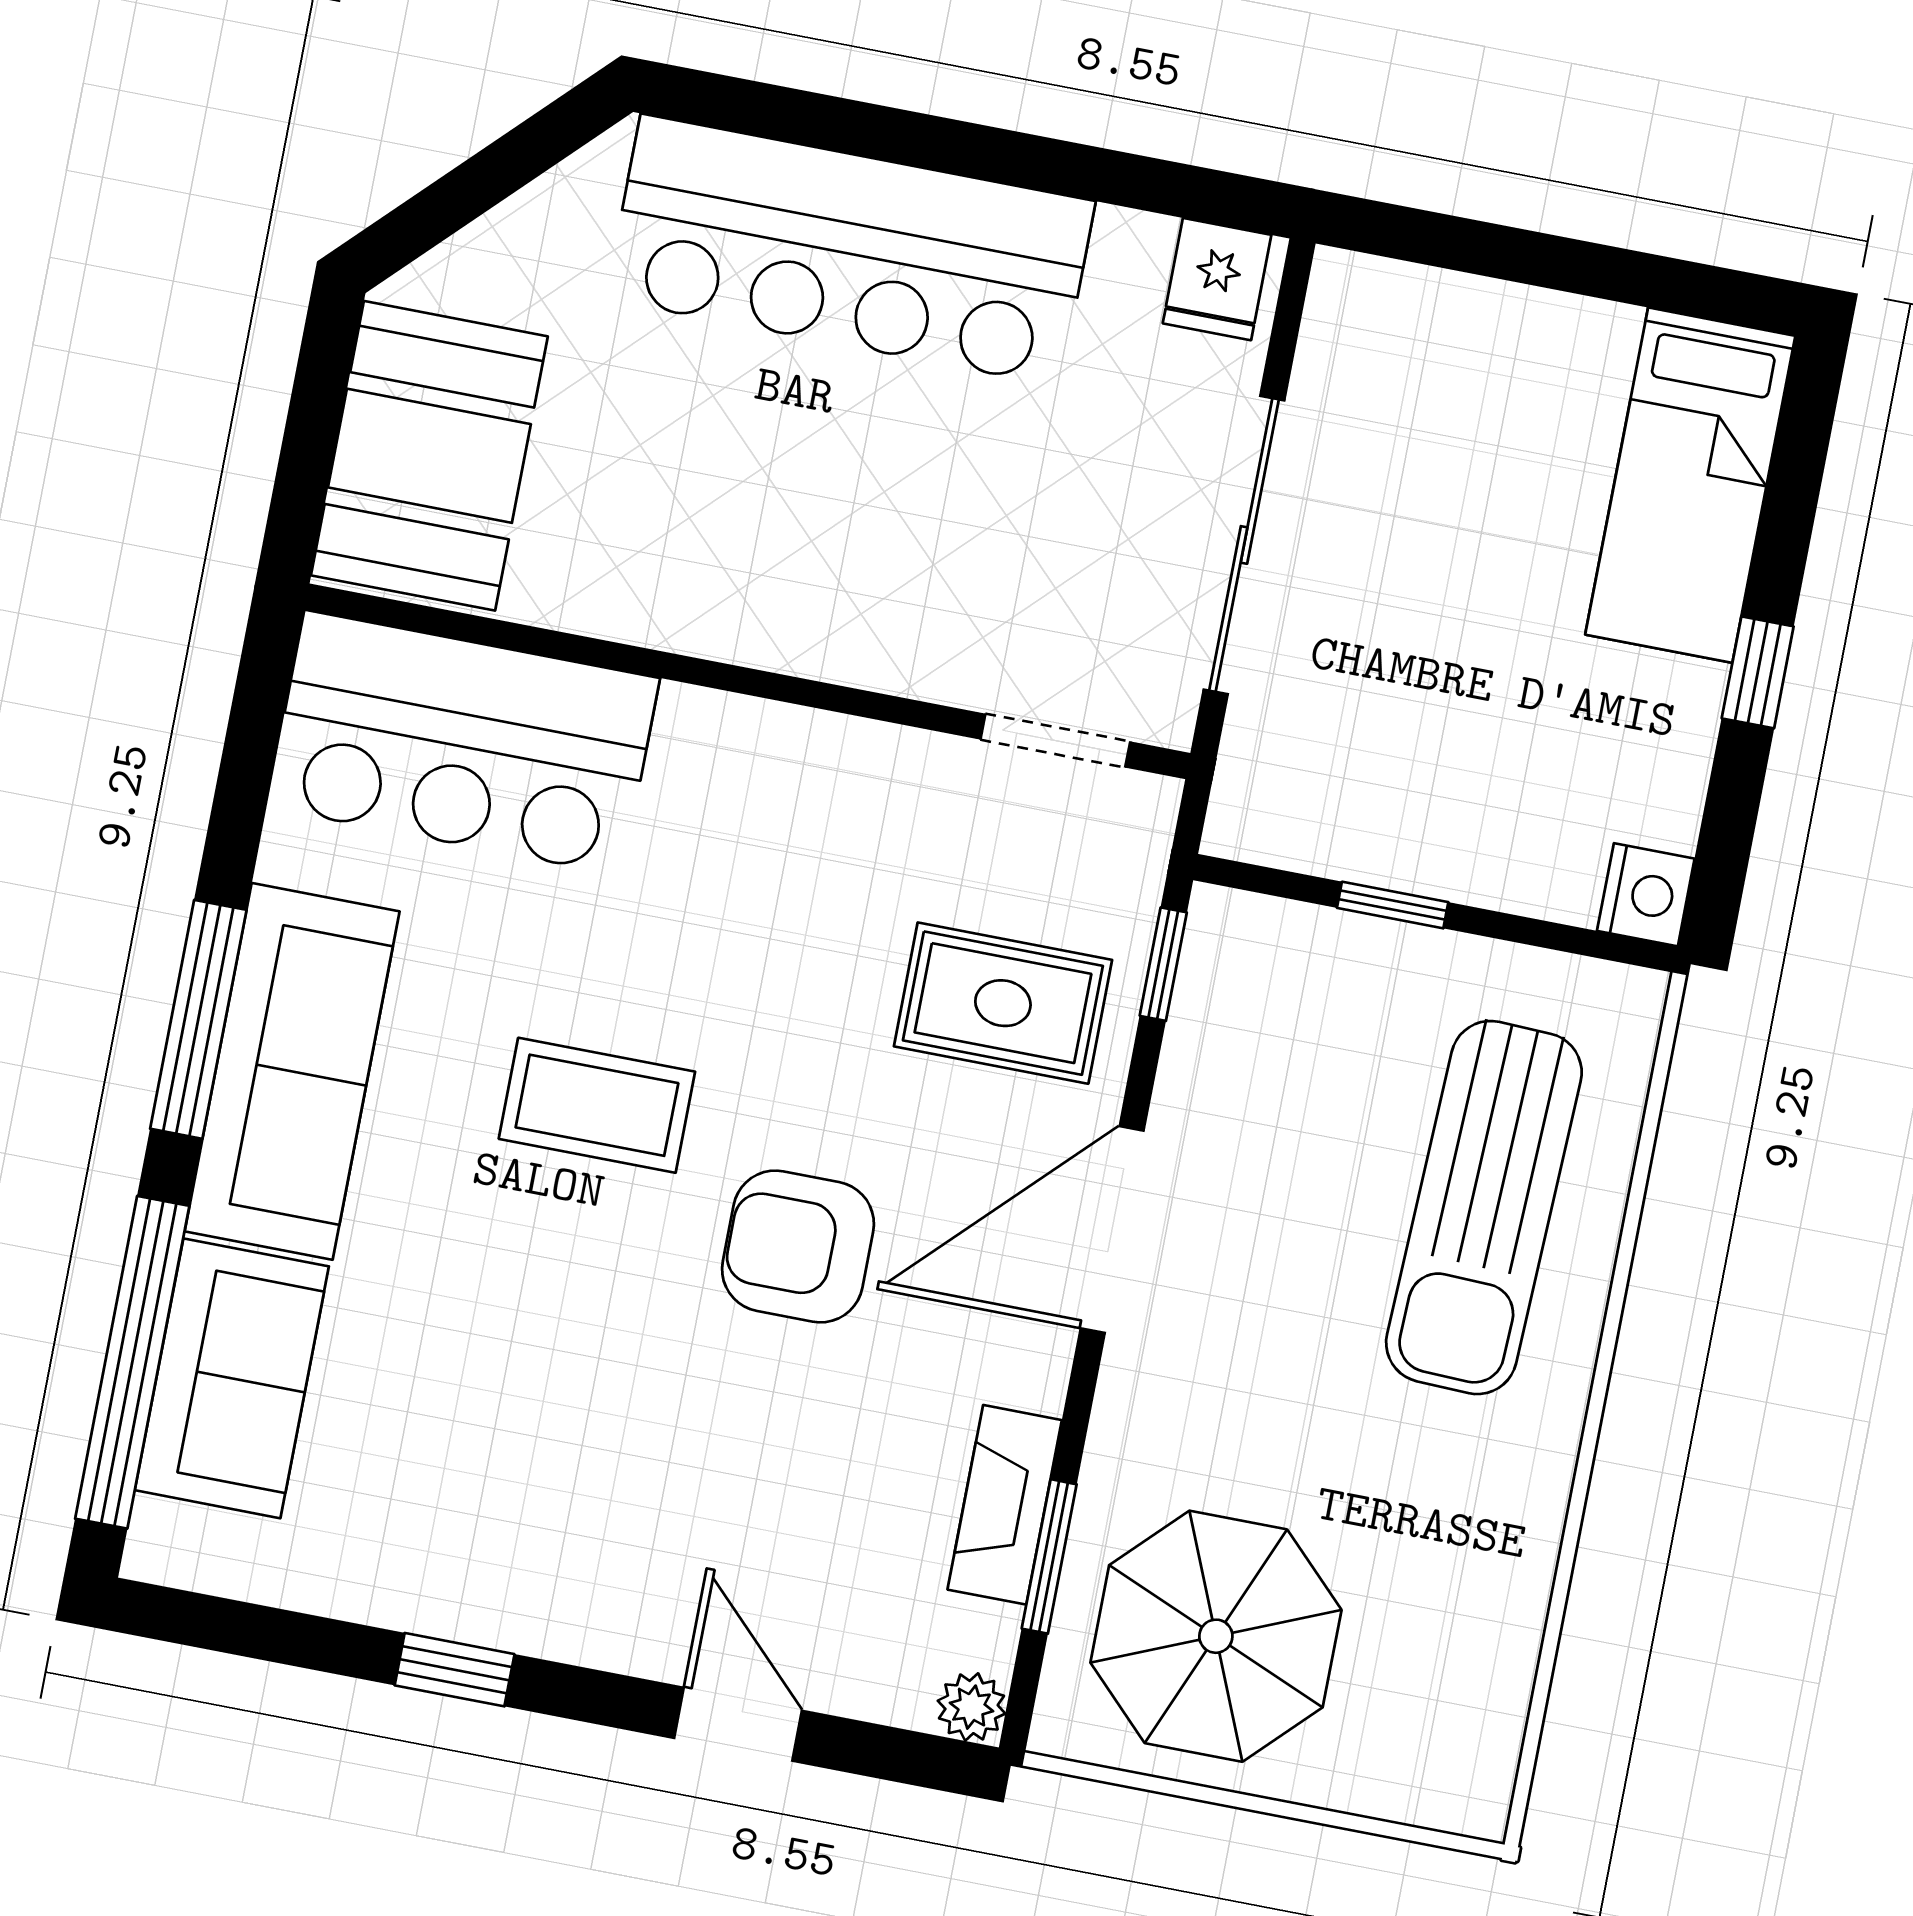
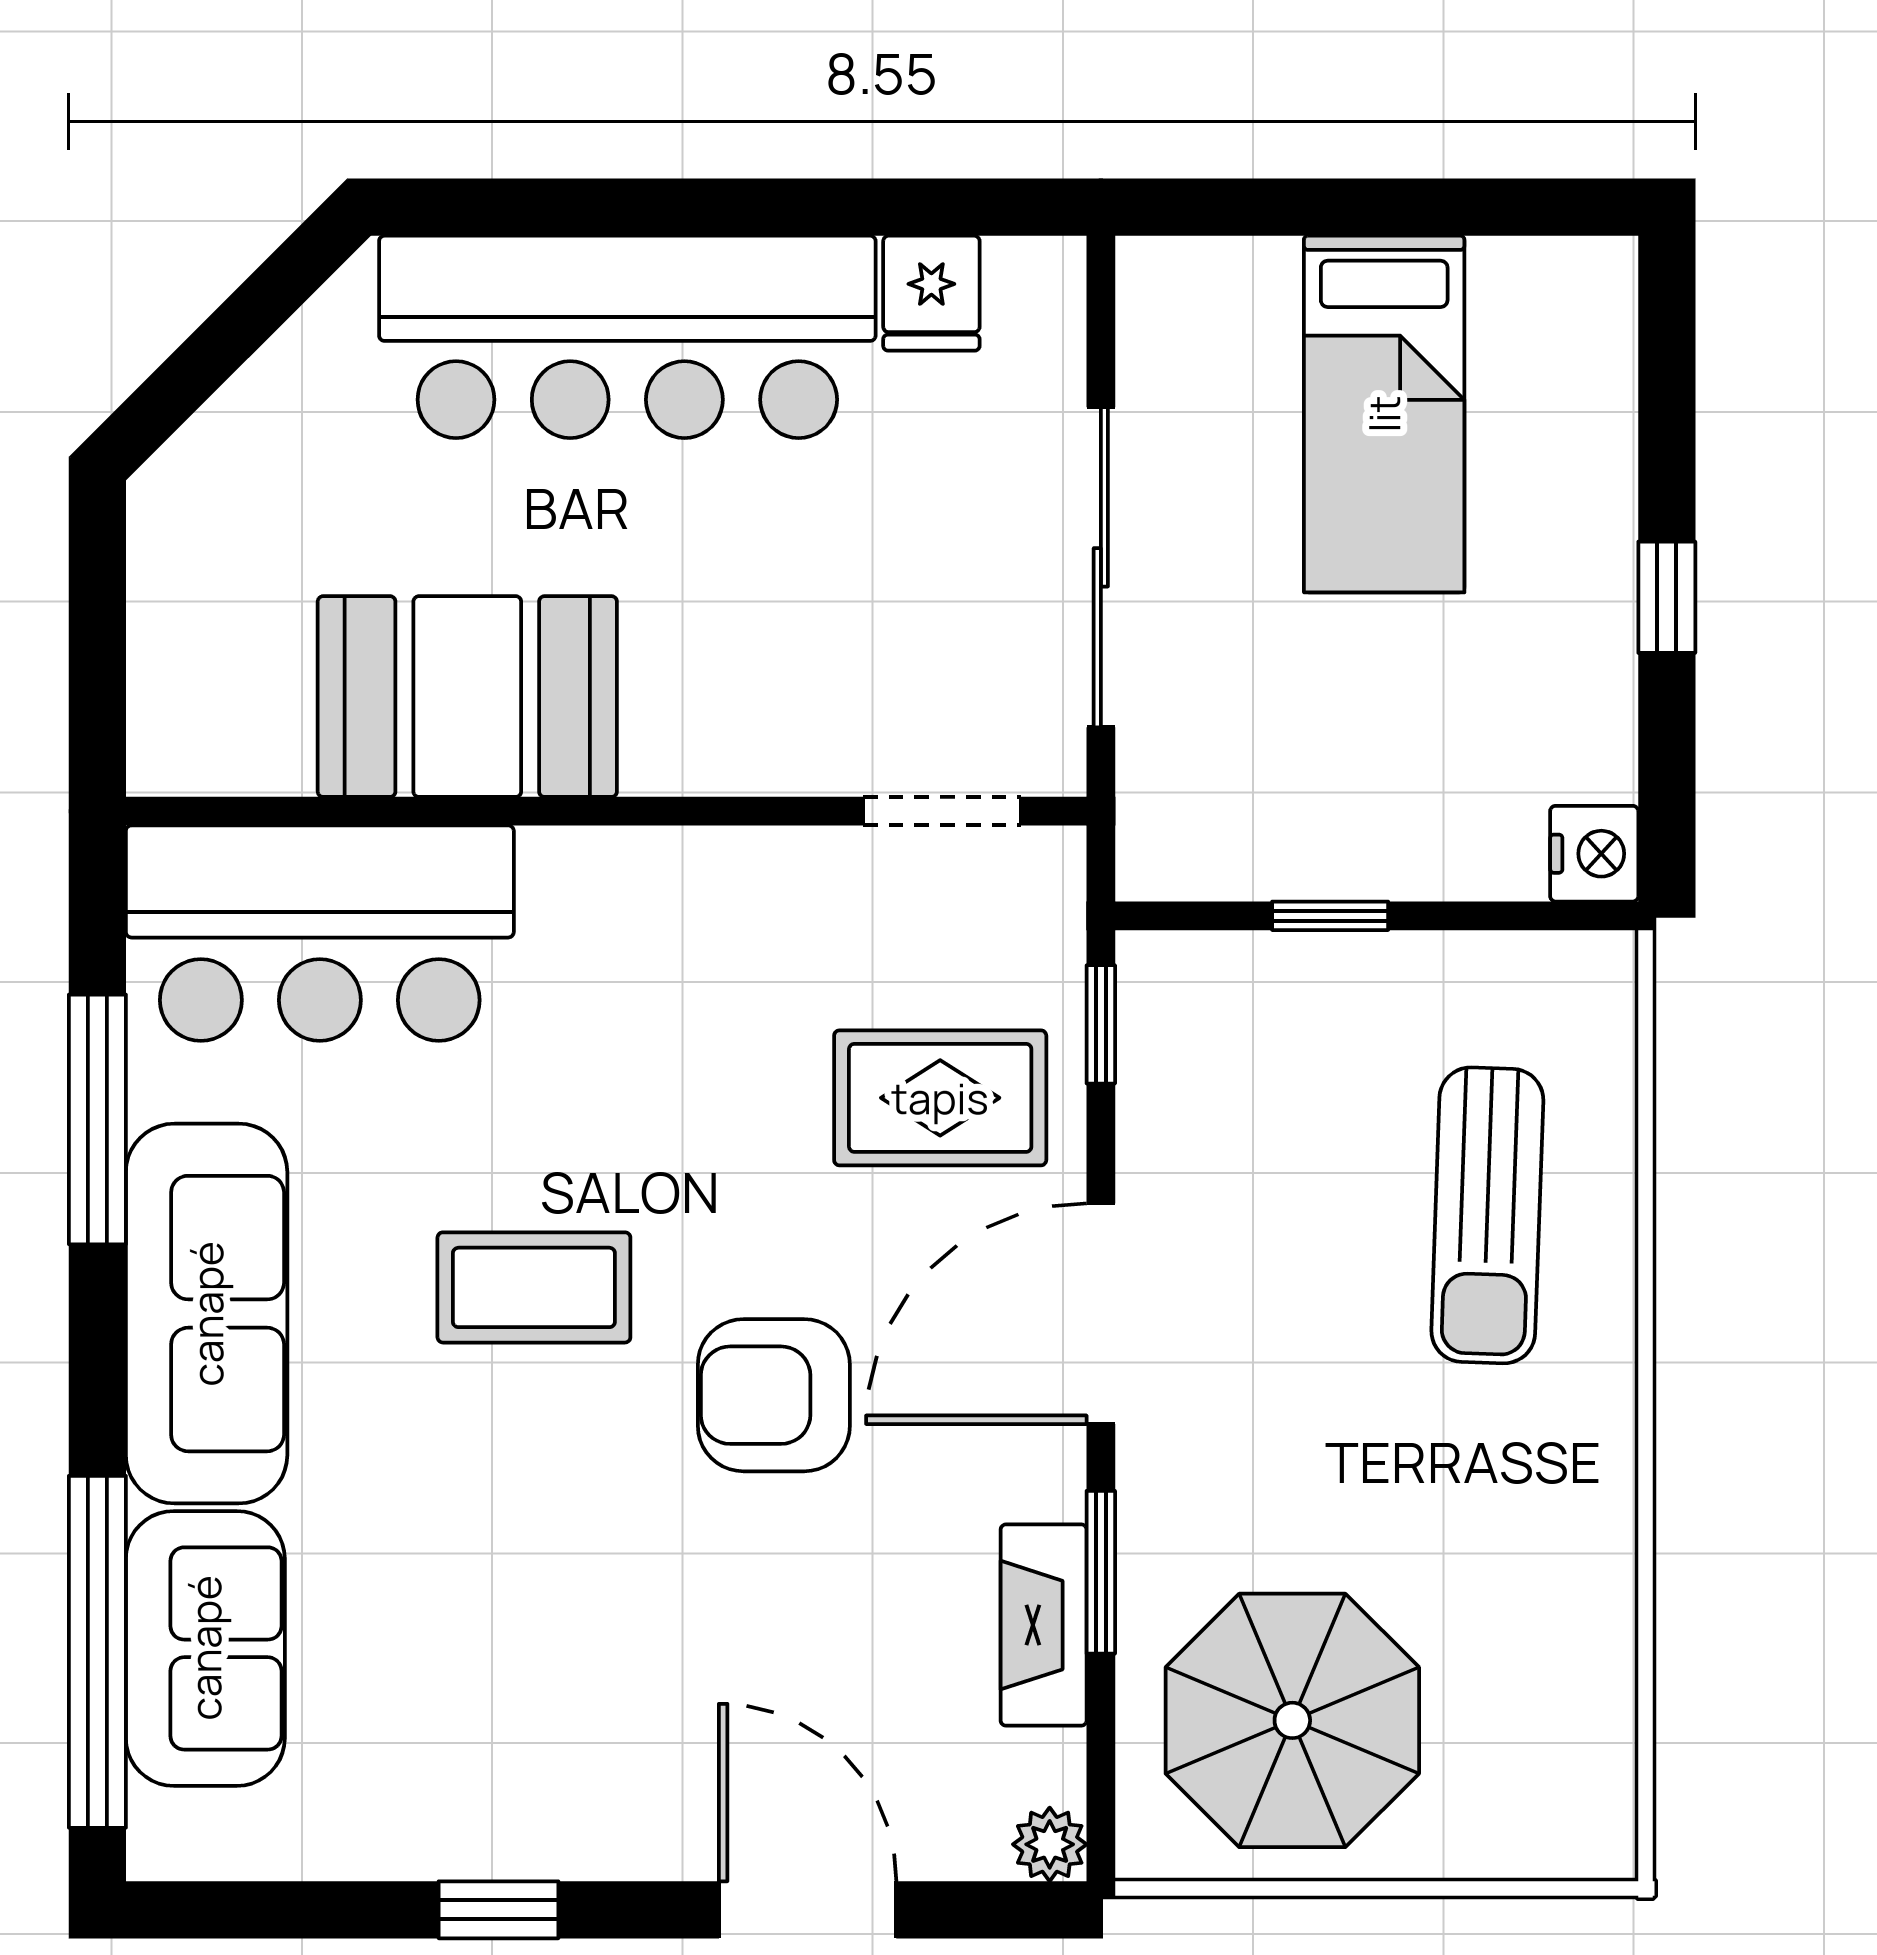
fridge: (1217, 279) -> (931, 293), moved
booth: (429, 456) -> (467, 697), moved, turned 90
bed: (1690, 485) -> (1384, 414), moved
window: (198, 1019) -> (97, 1119), moved
sun lounger: (1484, 1208) -> (1487, 1215), width x0.73, depth x0.75
window: (1049, 1556) -> (1101, 1572), moved
door: (738, 1724) -> (808, 1910), width x1.38

